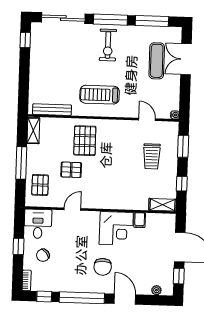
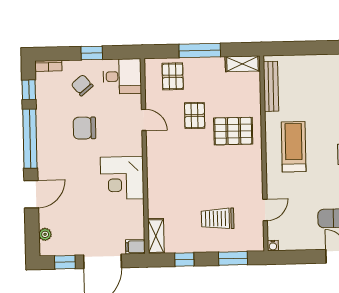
pallet: (40, 185) -> (173, 76), turned 90
filing cabinet: (140, 220) -> (135, 247), moved
chair: (103, 267) -> (84, 128), moved

